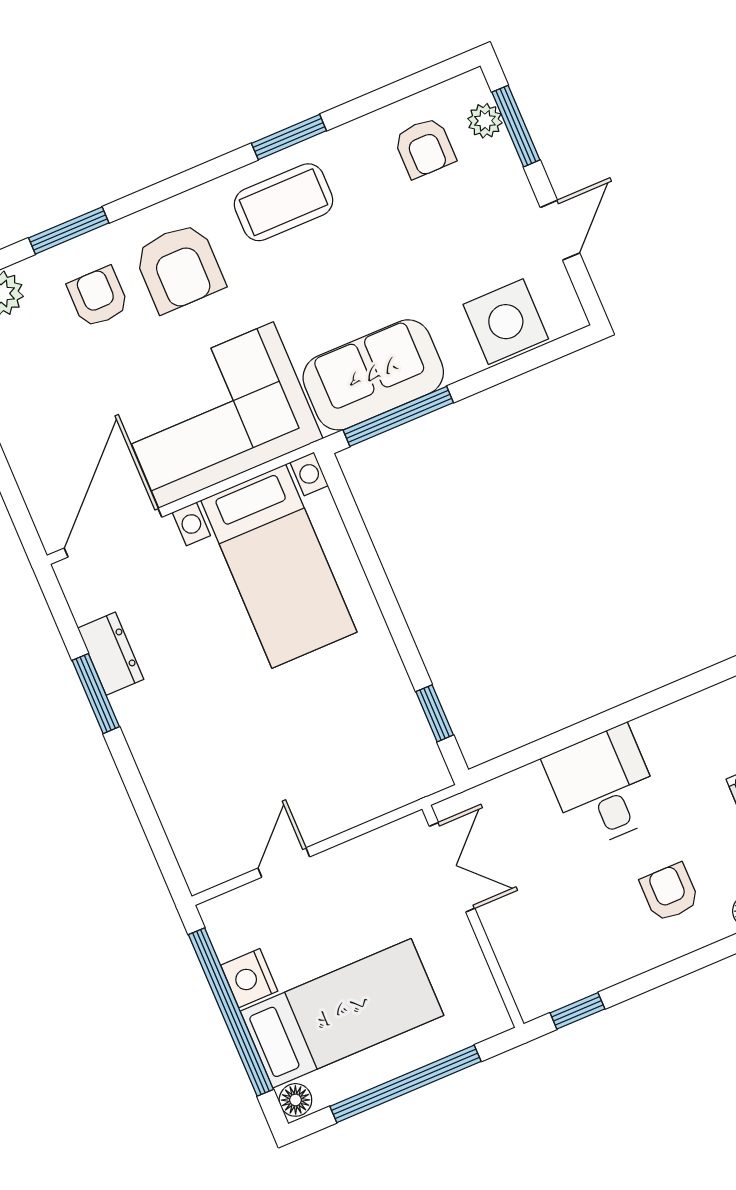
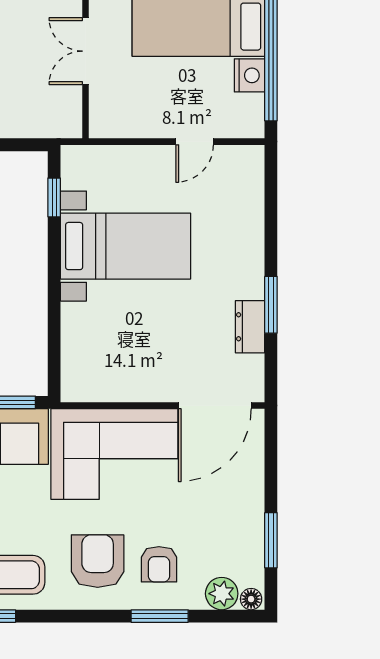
bed with nightstands: (279, 566) -> (125, 246), moved, turned 90
double door: (452, 867) -> (86, 51), moved

